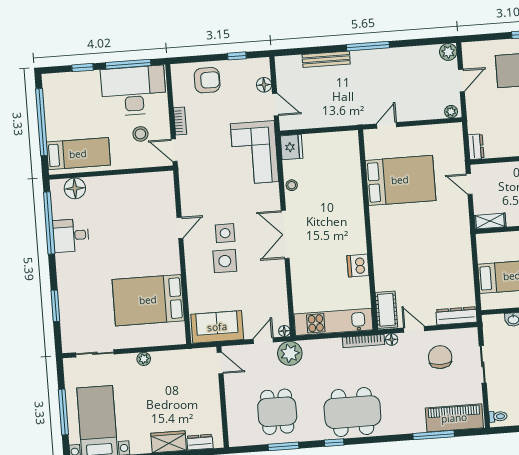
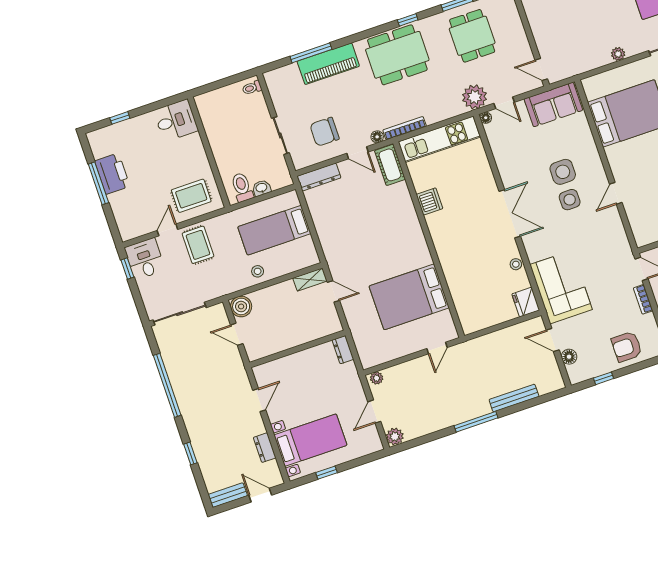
door: (469, 184) -> (333, 291), moved
door: (263, 341) -> (504, 103), hinge flipped
chair: (440, 357) -> (325, 132), turned 90
piano: (454, 418) -> (328, 64), moved

